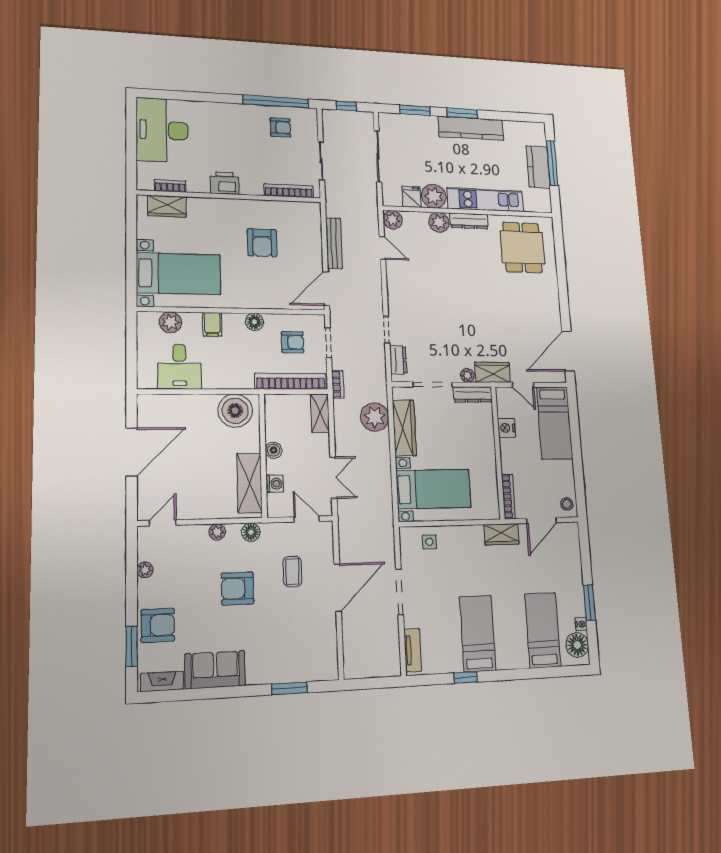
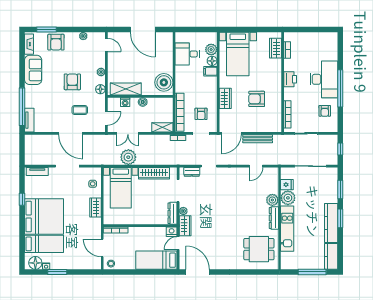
window: (276, 102) -> (340, 88), moved
desk: (162, 130) -> (324, 79), moved, turned 90
kitchen counter: (538, 167) -> (331, 256), moved, turned -90
plant: (393, 220) -> (273, 173), removed
door: (326, 289) -> (231, 133), swing flipped
wardrobe: (263, 298) -> (225, 98), added
floor lamp: (254, 322) -> (212, 61), moved
plant: (375, 417) -> (128, 157), moved
nightstand: (507, 428) -> (172, 232), moved
wardrobe: (501, 534) -> (95, 208), moved
bed: (478, 633) -> (44, 216), width x2.04
tv unit: (315, 672) -> (29, 120), added
window: (289, 688) -> (22, 107), width x2.11

